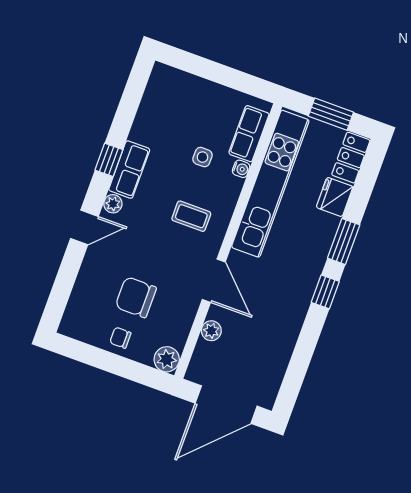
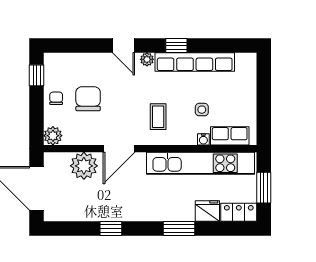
row of seats: (129, 170) -> (195, 62), width x2.02
window: (325, 292) -> (111, 228), moved
plant: (211, 331) -> (84, 166), width x1.87, depth x1.87
window: (82, 352) -> (37, 75), added

